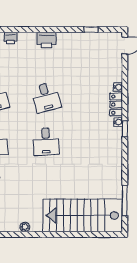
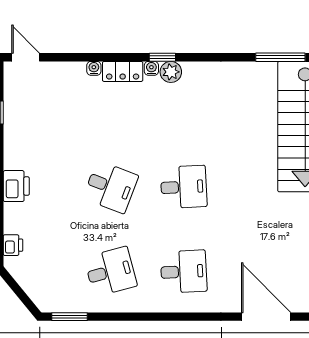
desk: (46, 97) -> (111, 187), turned 36
plant: (116, 134) -> (171, 72), added

